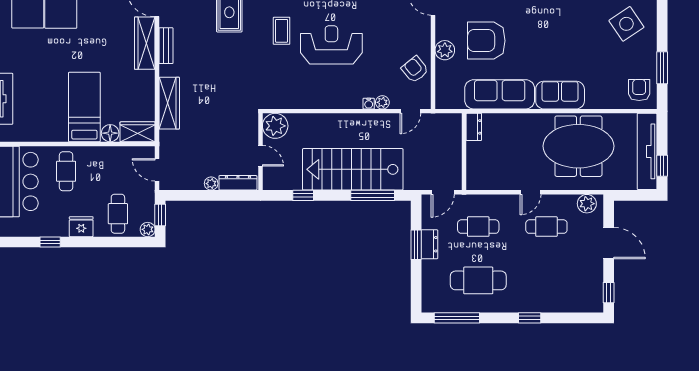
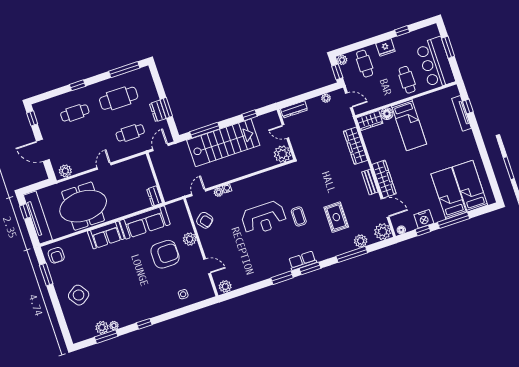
plant: (211, 184) -> (326, 98), moved
cafe table: (546, 227) -> (75, 113), moved

